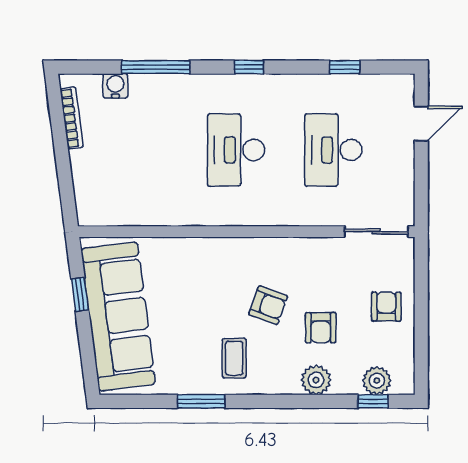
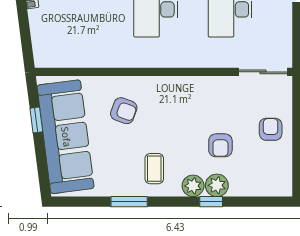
armchair: (268, 305) -> (124, 111), moved
plant: (377, 381) -> (193, 186), moved
window: (373, 401) -> (211, 202), moved

